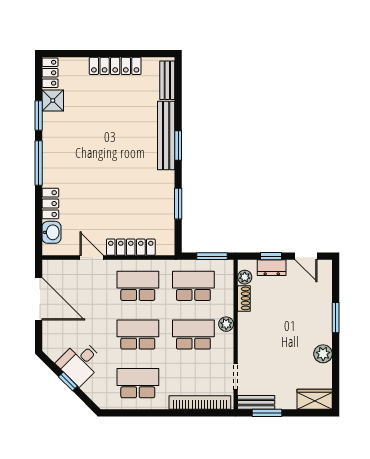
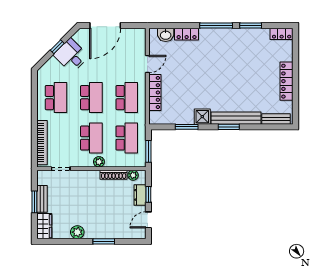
shower: (53, 100) -> (202, 117), moved
shoe rack: (244, 298) -> (114, 175), width x1.43
door: (39, 299) -> (105, 26), moved
bench: (256, 402) -> (42, 199), moved
window: (267, 413) -> (34, 202), moved

